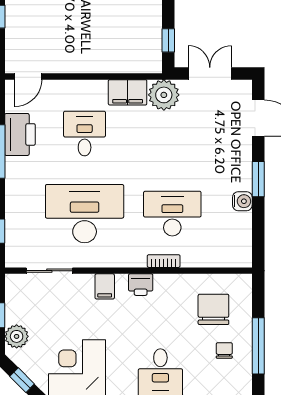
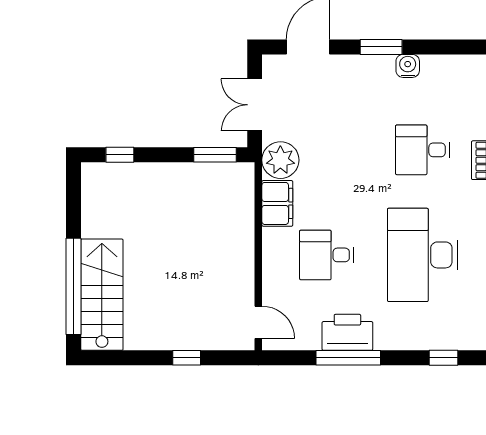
window: (168, 40) -> (215, 155), width x1.50
printer: (20, 134) -> (347, 332), moved
desk: (172, 214) -> (423, 150), width x0.73

